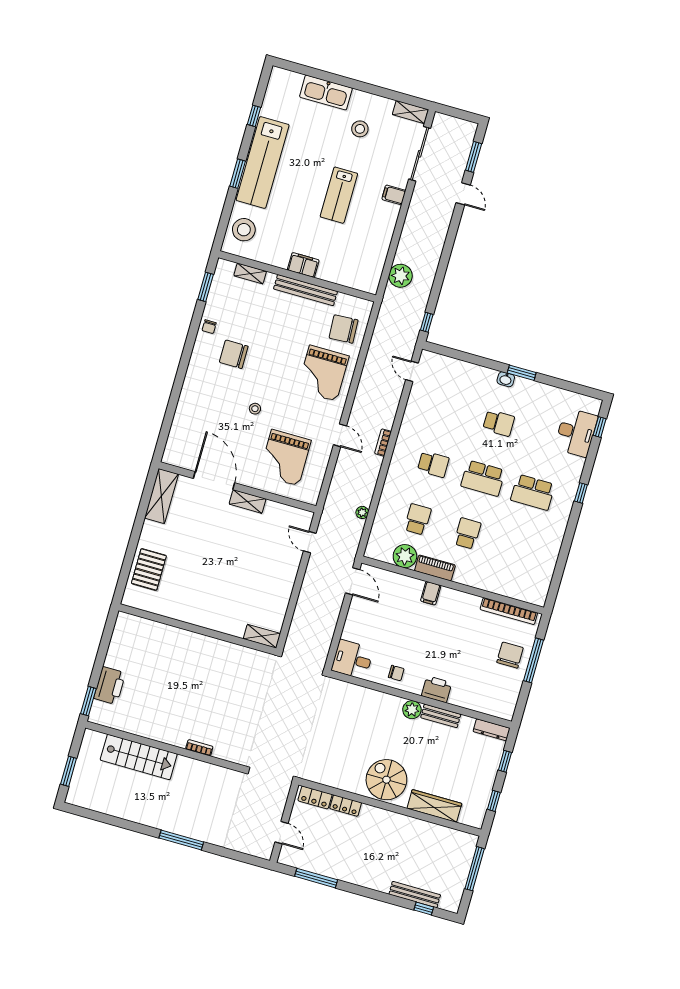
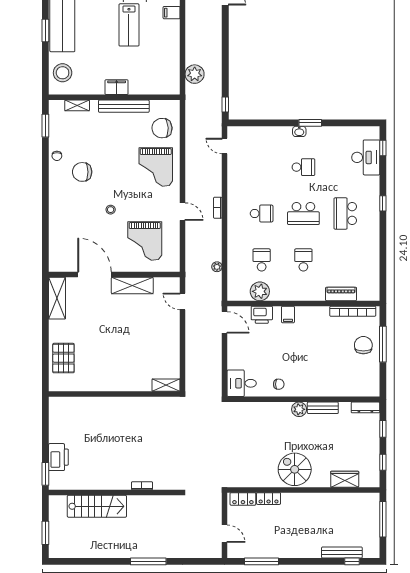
school desk: (533, 492) -> (345, 213), turned 90
shelving: (248, 501) -> (132, 285), width x1.50, depth x1.33
piano: (435, 568) -> (341, 294), moved
printer: (437, 689) -> (262, 315), moved, turned 180
wardrobe: (434, 806) -> (345, 479), width x0.67

